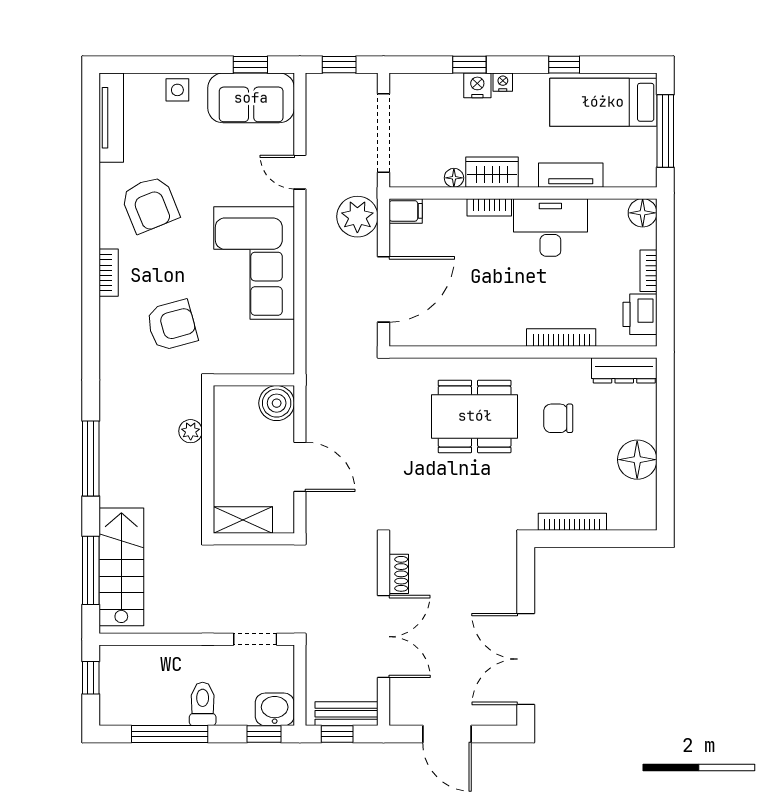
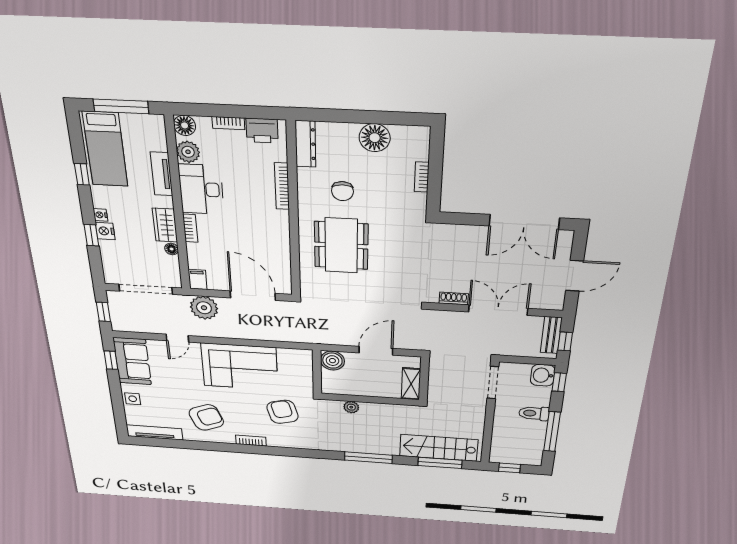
plant: (605, 214) -> (188, 152), added
bookcase: (572, 522) -> (422, 177), width x0.64
doorway: (255, 639) -> (493, 383), width x1.38

